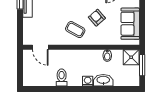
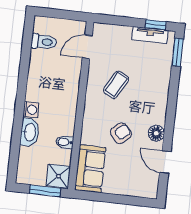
sofa: (130, 24) -> (90, 169), moved, turned 90
coffee table: (75, 30) -> (116, 85), moved
toilet: (62, 77) -> (44, 42), moved

